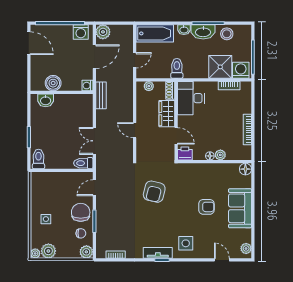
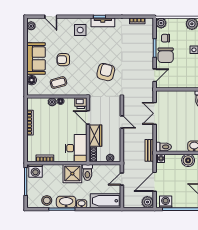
shower: (220, 67) -> (72, 174), moved
double door: (94, 141) -> (155, 113), swing flipped
toilet: (83, 163) -> (164, 147), moved
floor lamp: (245, 169) -> (32, 80), moved
coffee table: (212, 179) -> (58, 83), added

